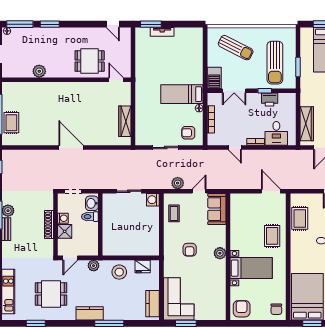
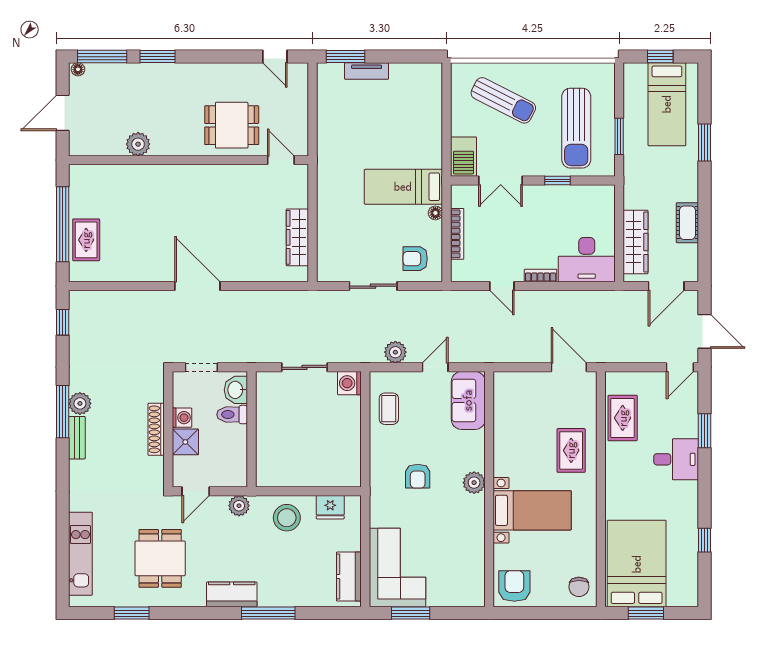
printer: (270, 99) -> (566, 197), removed
desk: (276, 133) -> (587, 260), width x1.37
dining table: (51, 294) -> (160, 558), turned 90

